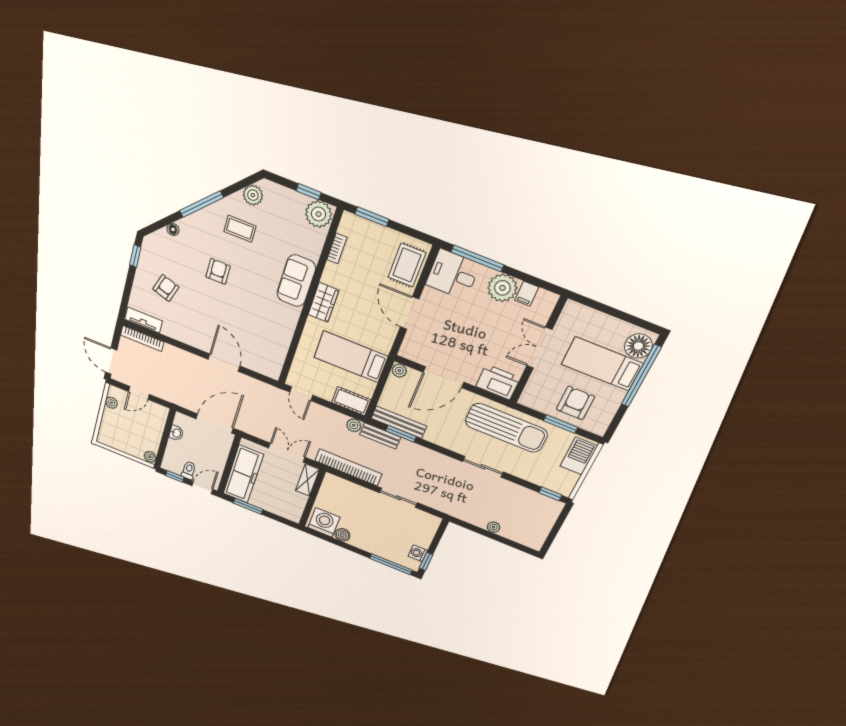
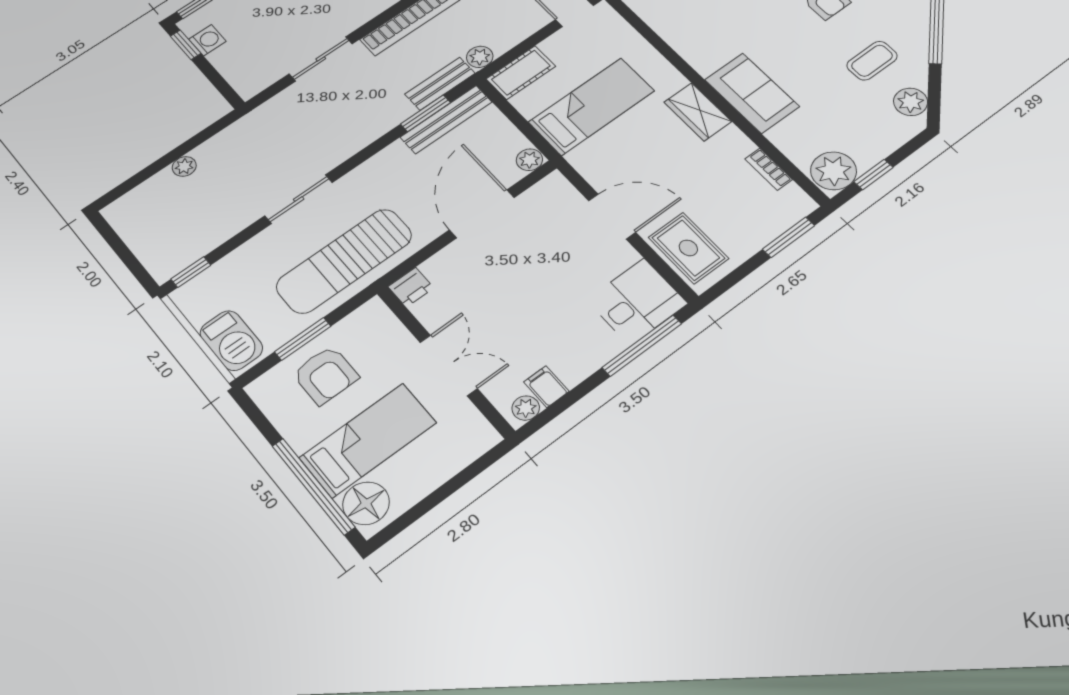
plant: (502, 288) -> (526, 408), moved, width x0.53, depth x0.53
printer: (498, 382) -> (411, 287), width x0.53, depth x0.68

